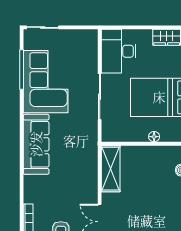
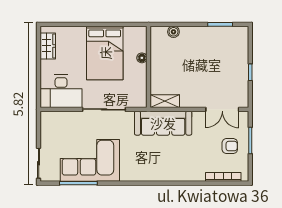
sofa: (36, 144) -> (163, 123), moved, turned 180
shelving: (111, 169) -> (165, 101), width x0.67, depth x0.75

